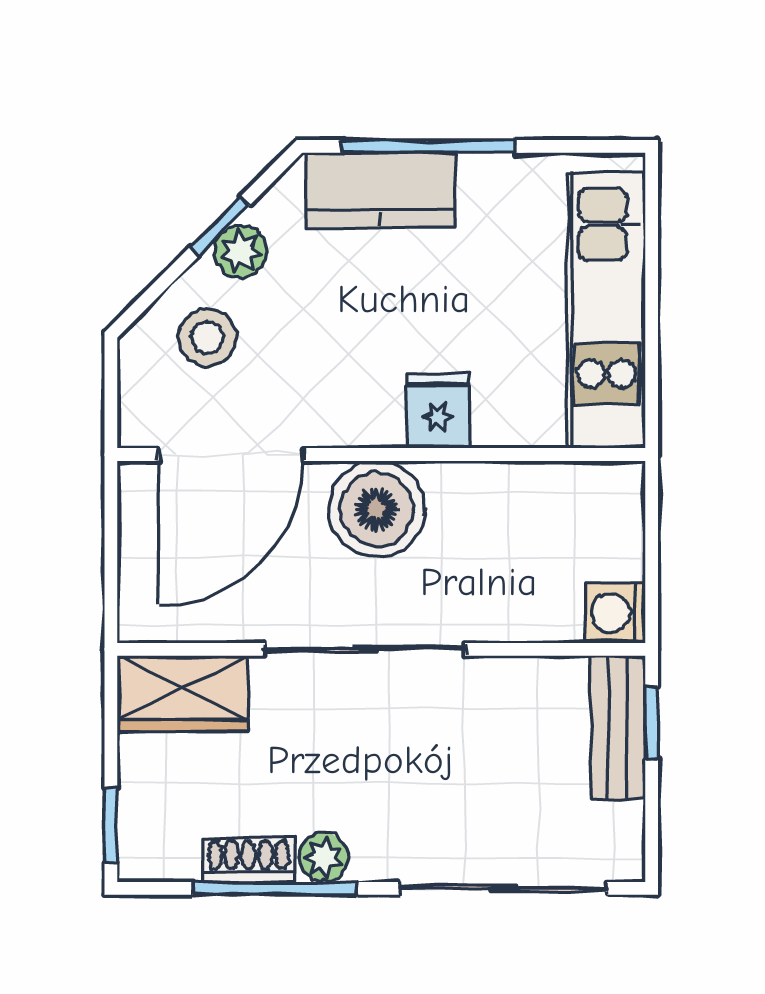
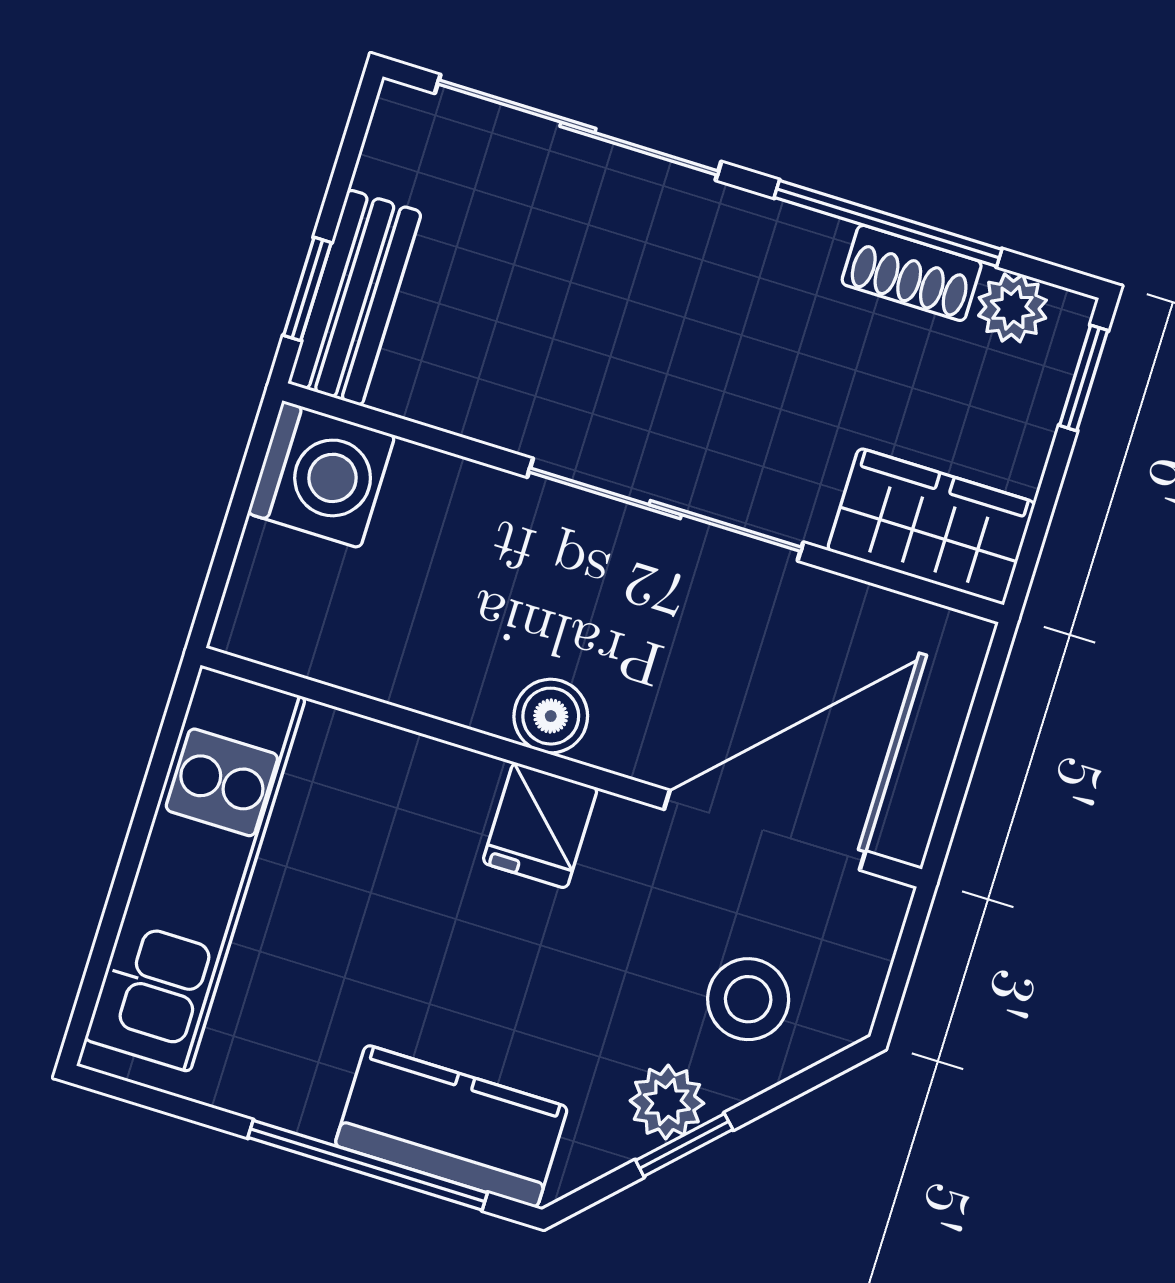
fridge: (438, 411) -> (540, 825), moved
boiler: (377, 509) -> (551, 716), width x0.54, depth x0.54
washing machine: (615, 613) -> (321, 474), width x1.38, depth x1.38
plant: (324, 857) -> (1012, 308), moved

